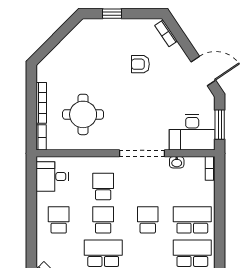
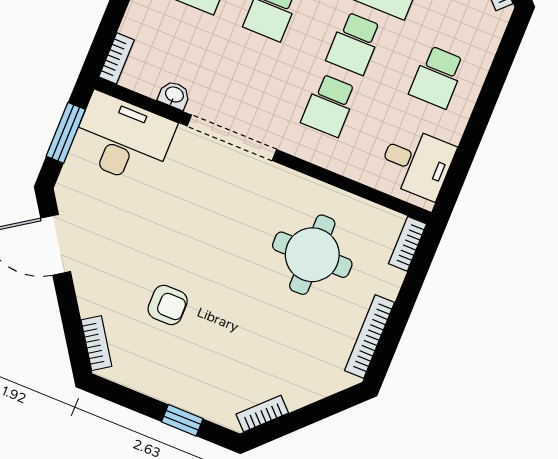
bookcase: (76, 32) -> (262, 414), added
bookcase: (41, 103) -> (370, 336), moved

